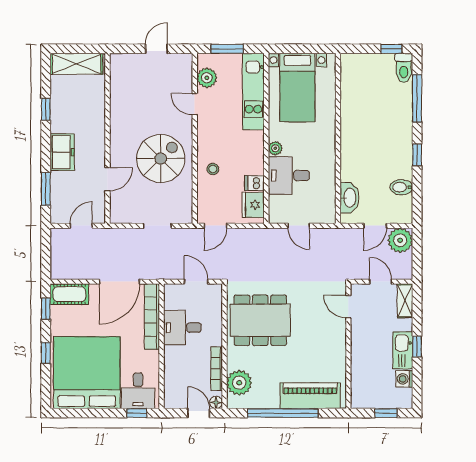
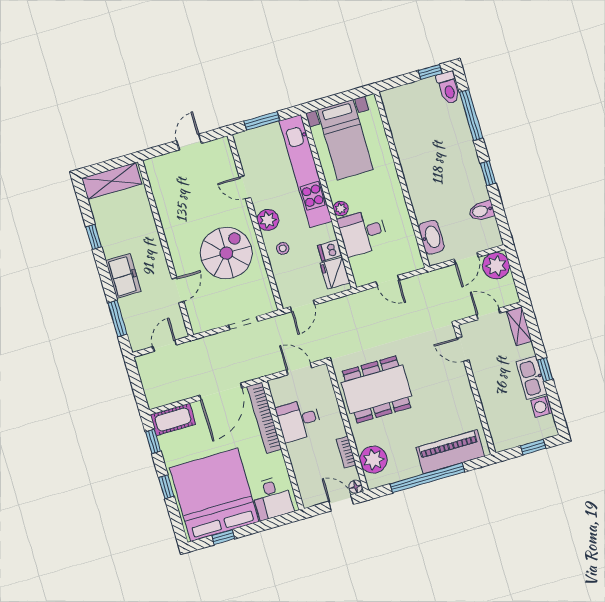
plant: (207, 78) -> (268, 220), moved
kitchen unit: (253, 92) -> (305, 171), width x1.36
bookcase: (217, 369) -> (346, 452), width x0.64
window: (137, 413) -> (223, 537), moved

